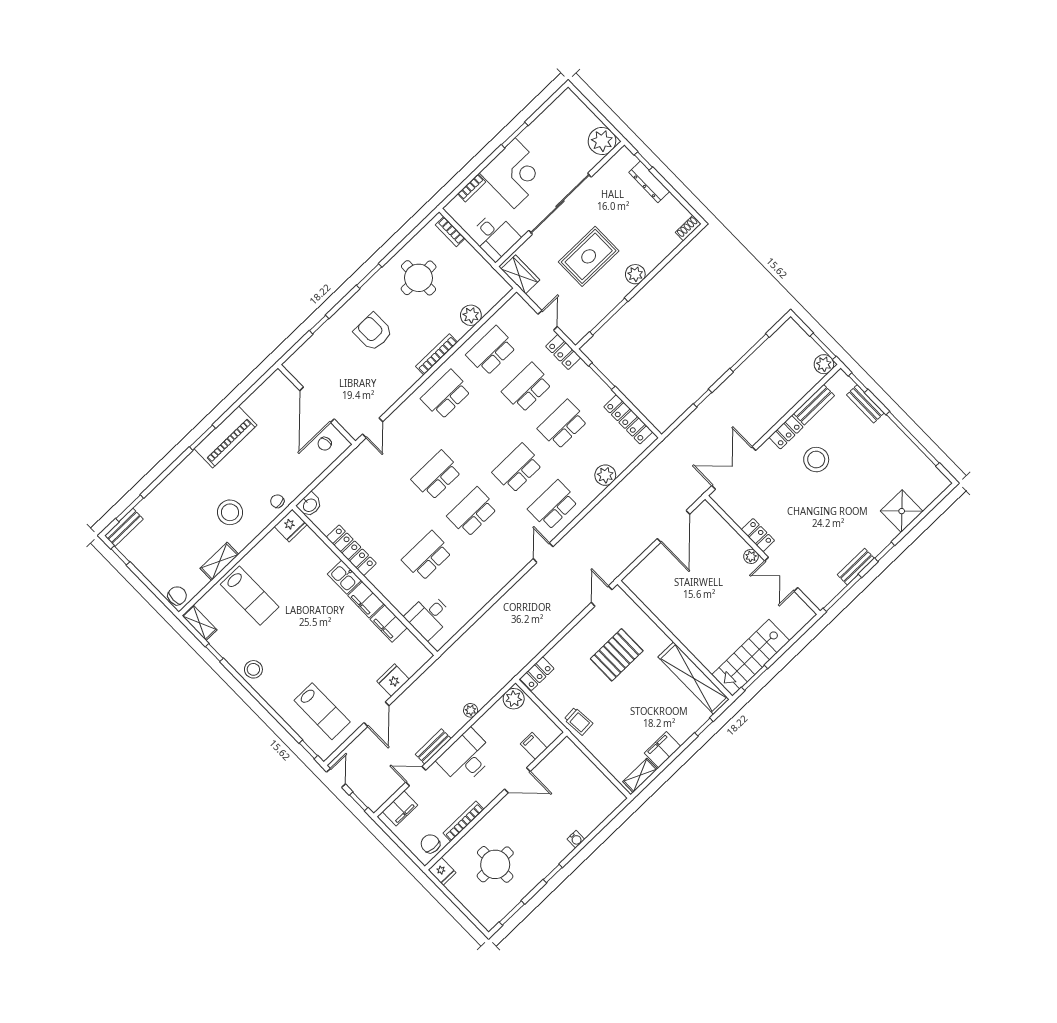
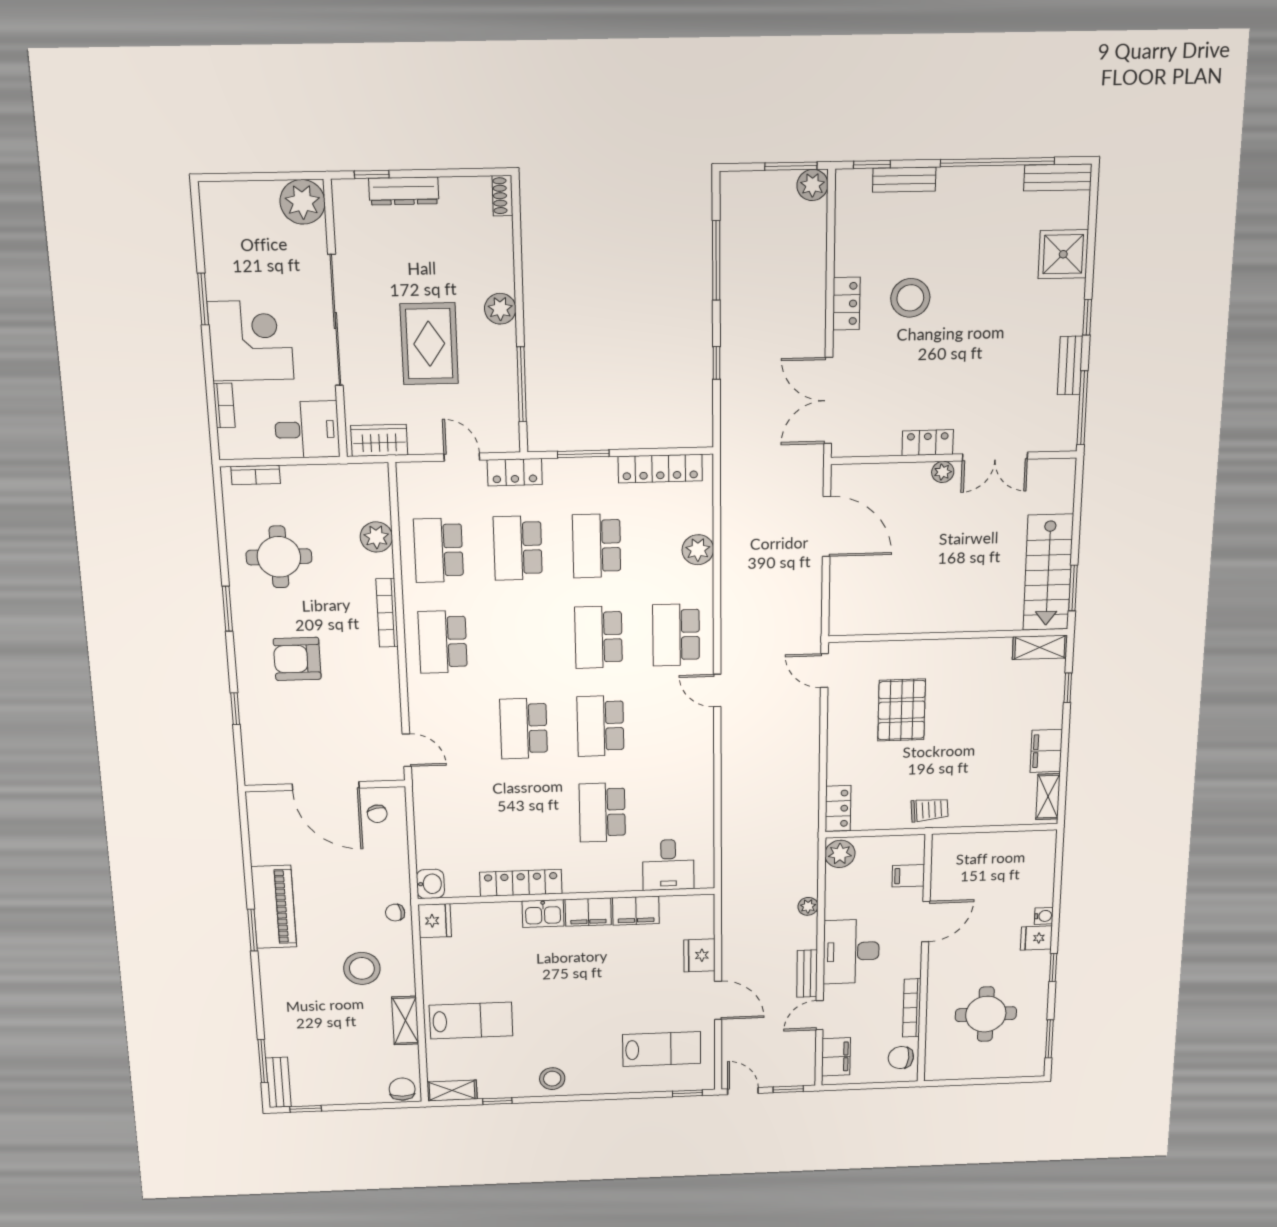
bench: (814, 405) -> (1058, 177), moved, turned 90
shelving: (694, 678) -> (1040, 647), width x0.45, depth x0.75
fridge: (442, 871) -> (1036, 938), moved, turned 180

